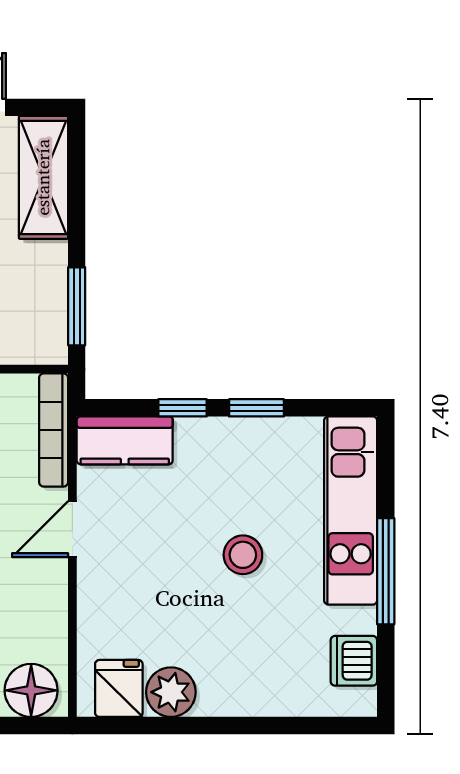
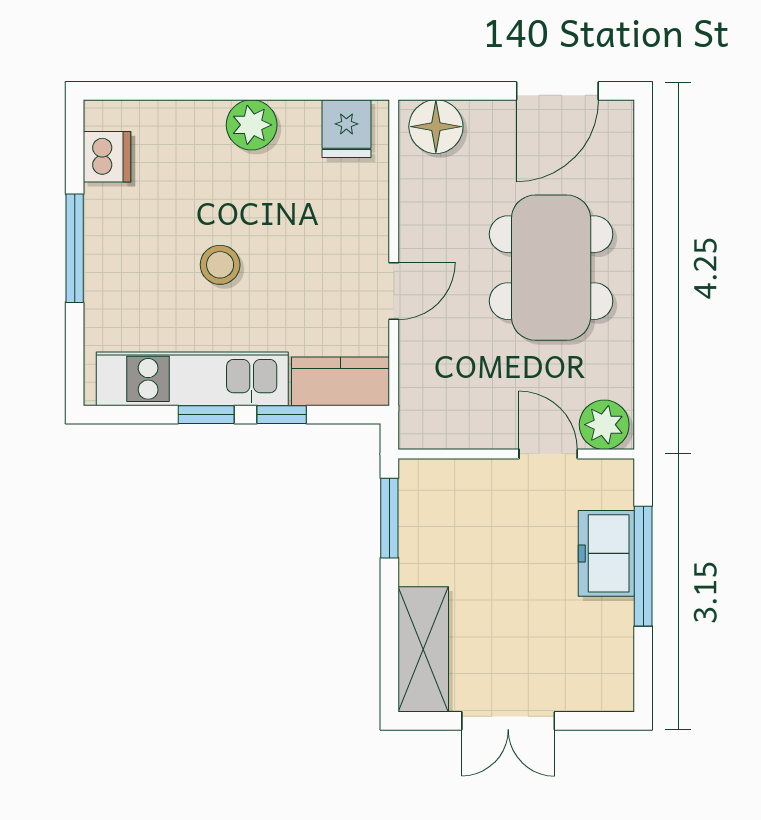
bookcase: (54, 430) -> (413, 392), removed
kitchen unit: (351, 510) -> (192, 379), moved, turned -90
plant: (171, 692) -> (252, 125), moved

